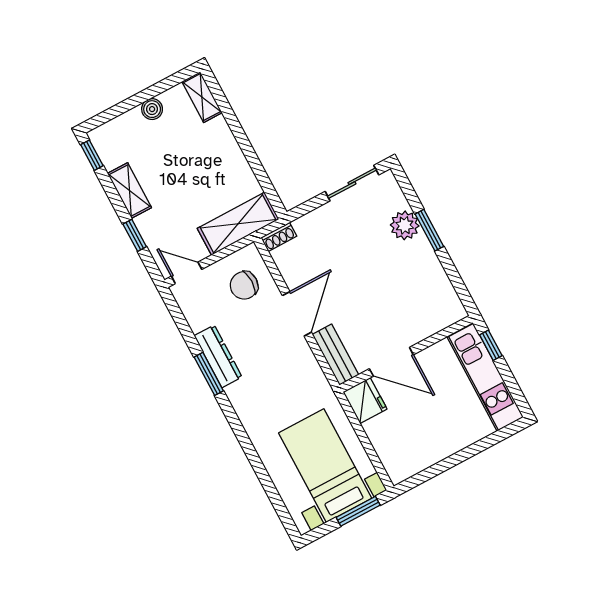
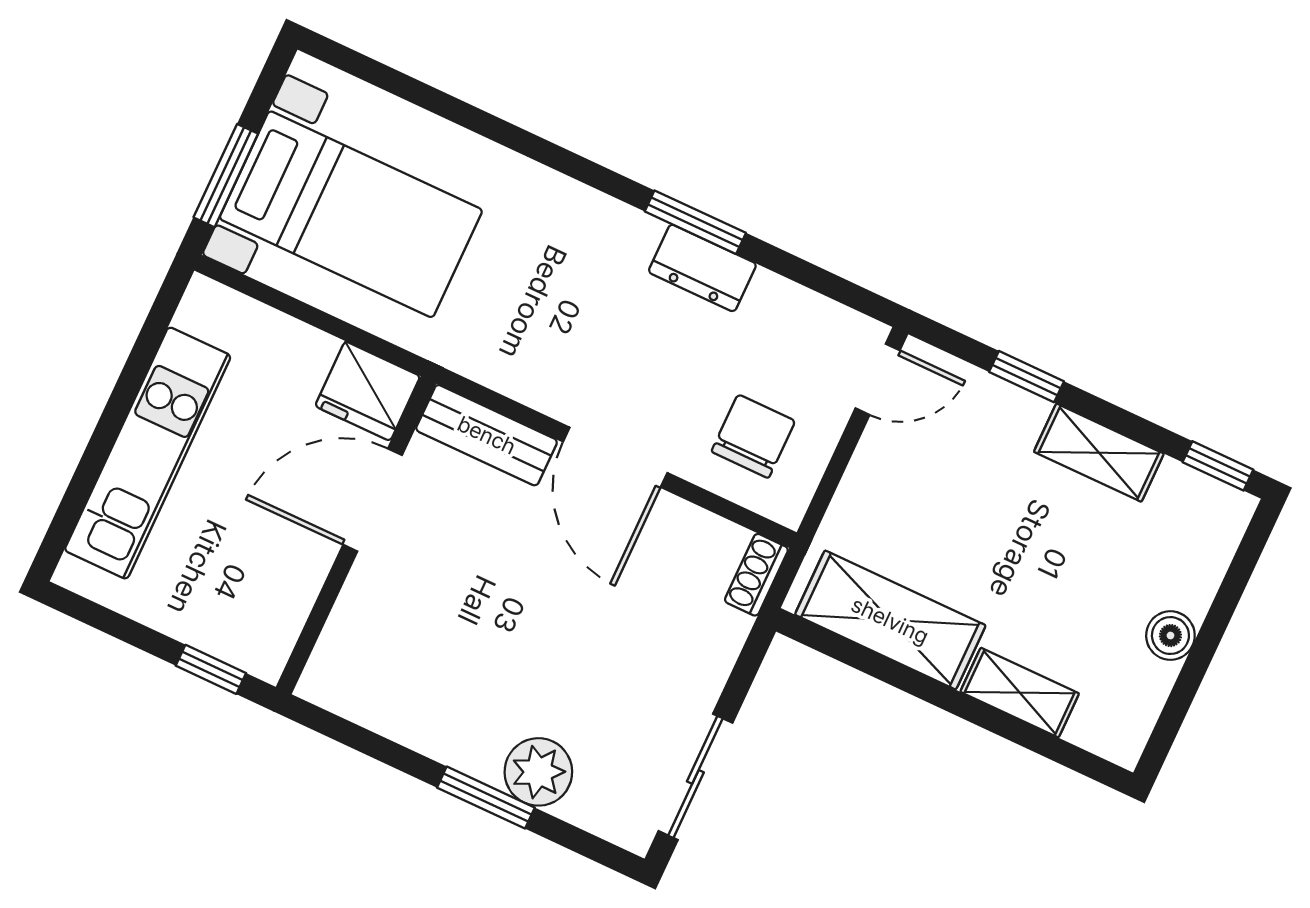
shelving: (202, 97) -> (1020, 693), moved
shelving: (238, 224) -> (890, 620), moved, turned 90
dresser: (218, 356) -> (702, 268), width x0.70
kitchen unit: (485, 377) -> (148, 453), moved, turned 90

